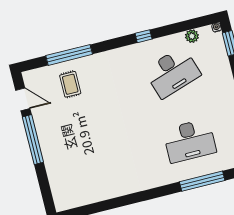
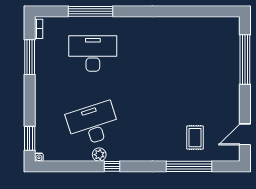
plant: (192, 36) -> (99, 155), moved
door: (23, 99) -> (245, 134), hinge flipped
window: (33, 140) -> (245, 59), moved

